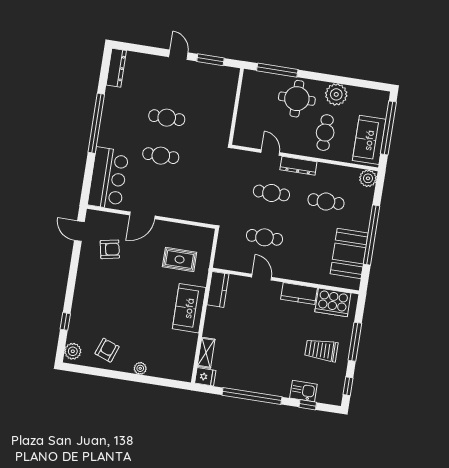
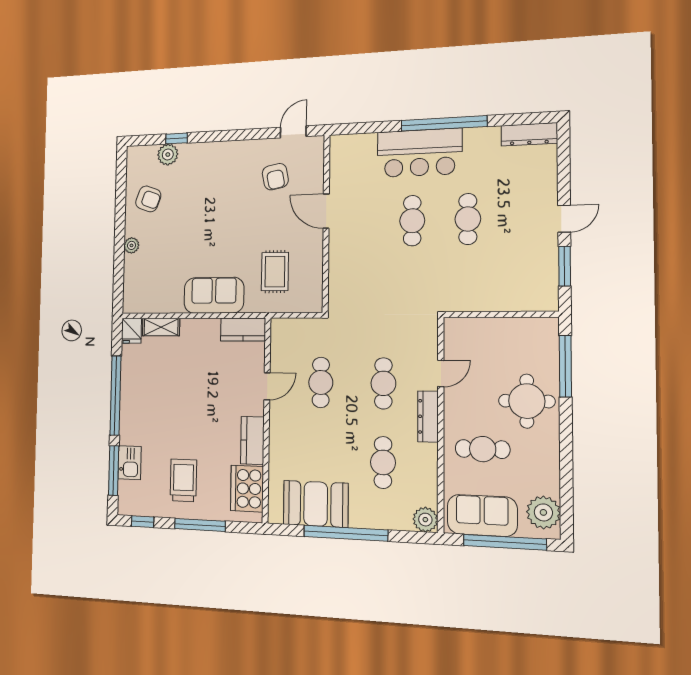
plant: (336, 94) -> (543, 512), moved
bar counter: (108, 178) -> (419, 153), moved
plant: (73, 351) -> (168, 155), moved
window: (308, 405) -> (114, 471), width x2.17

